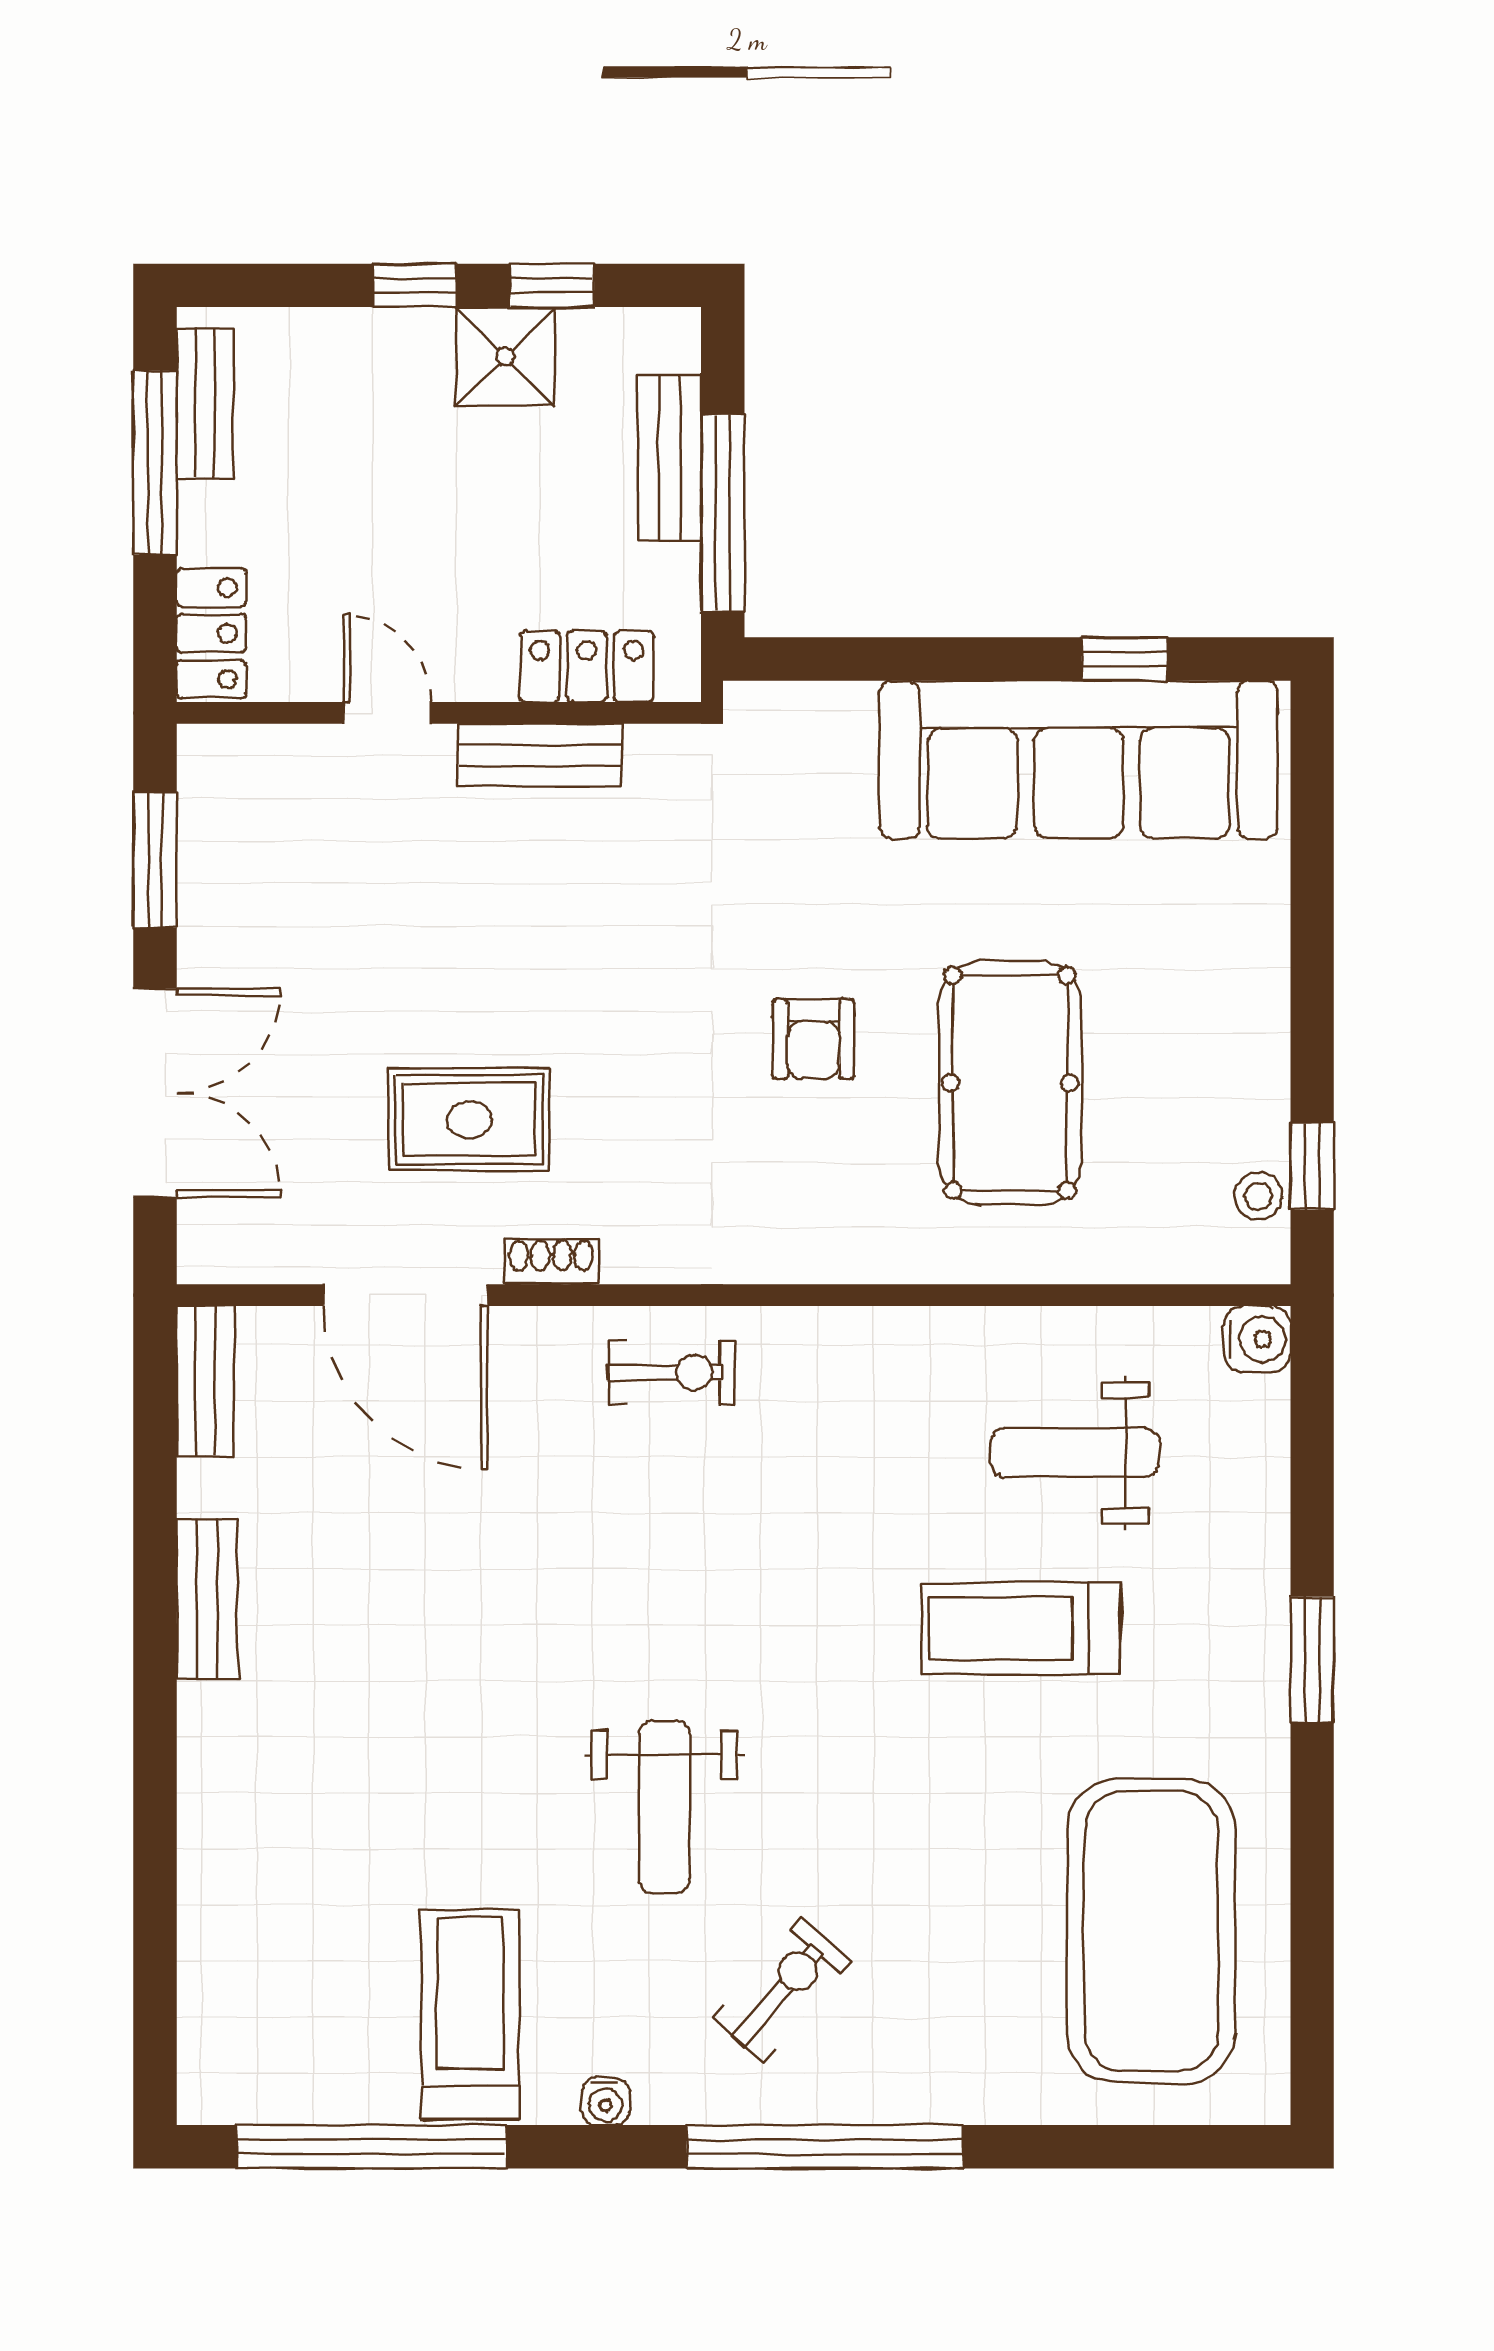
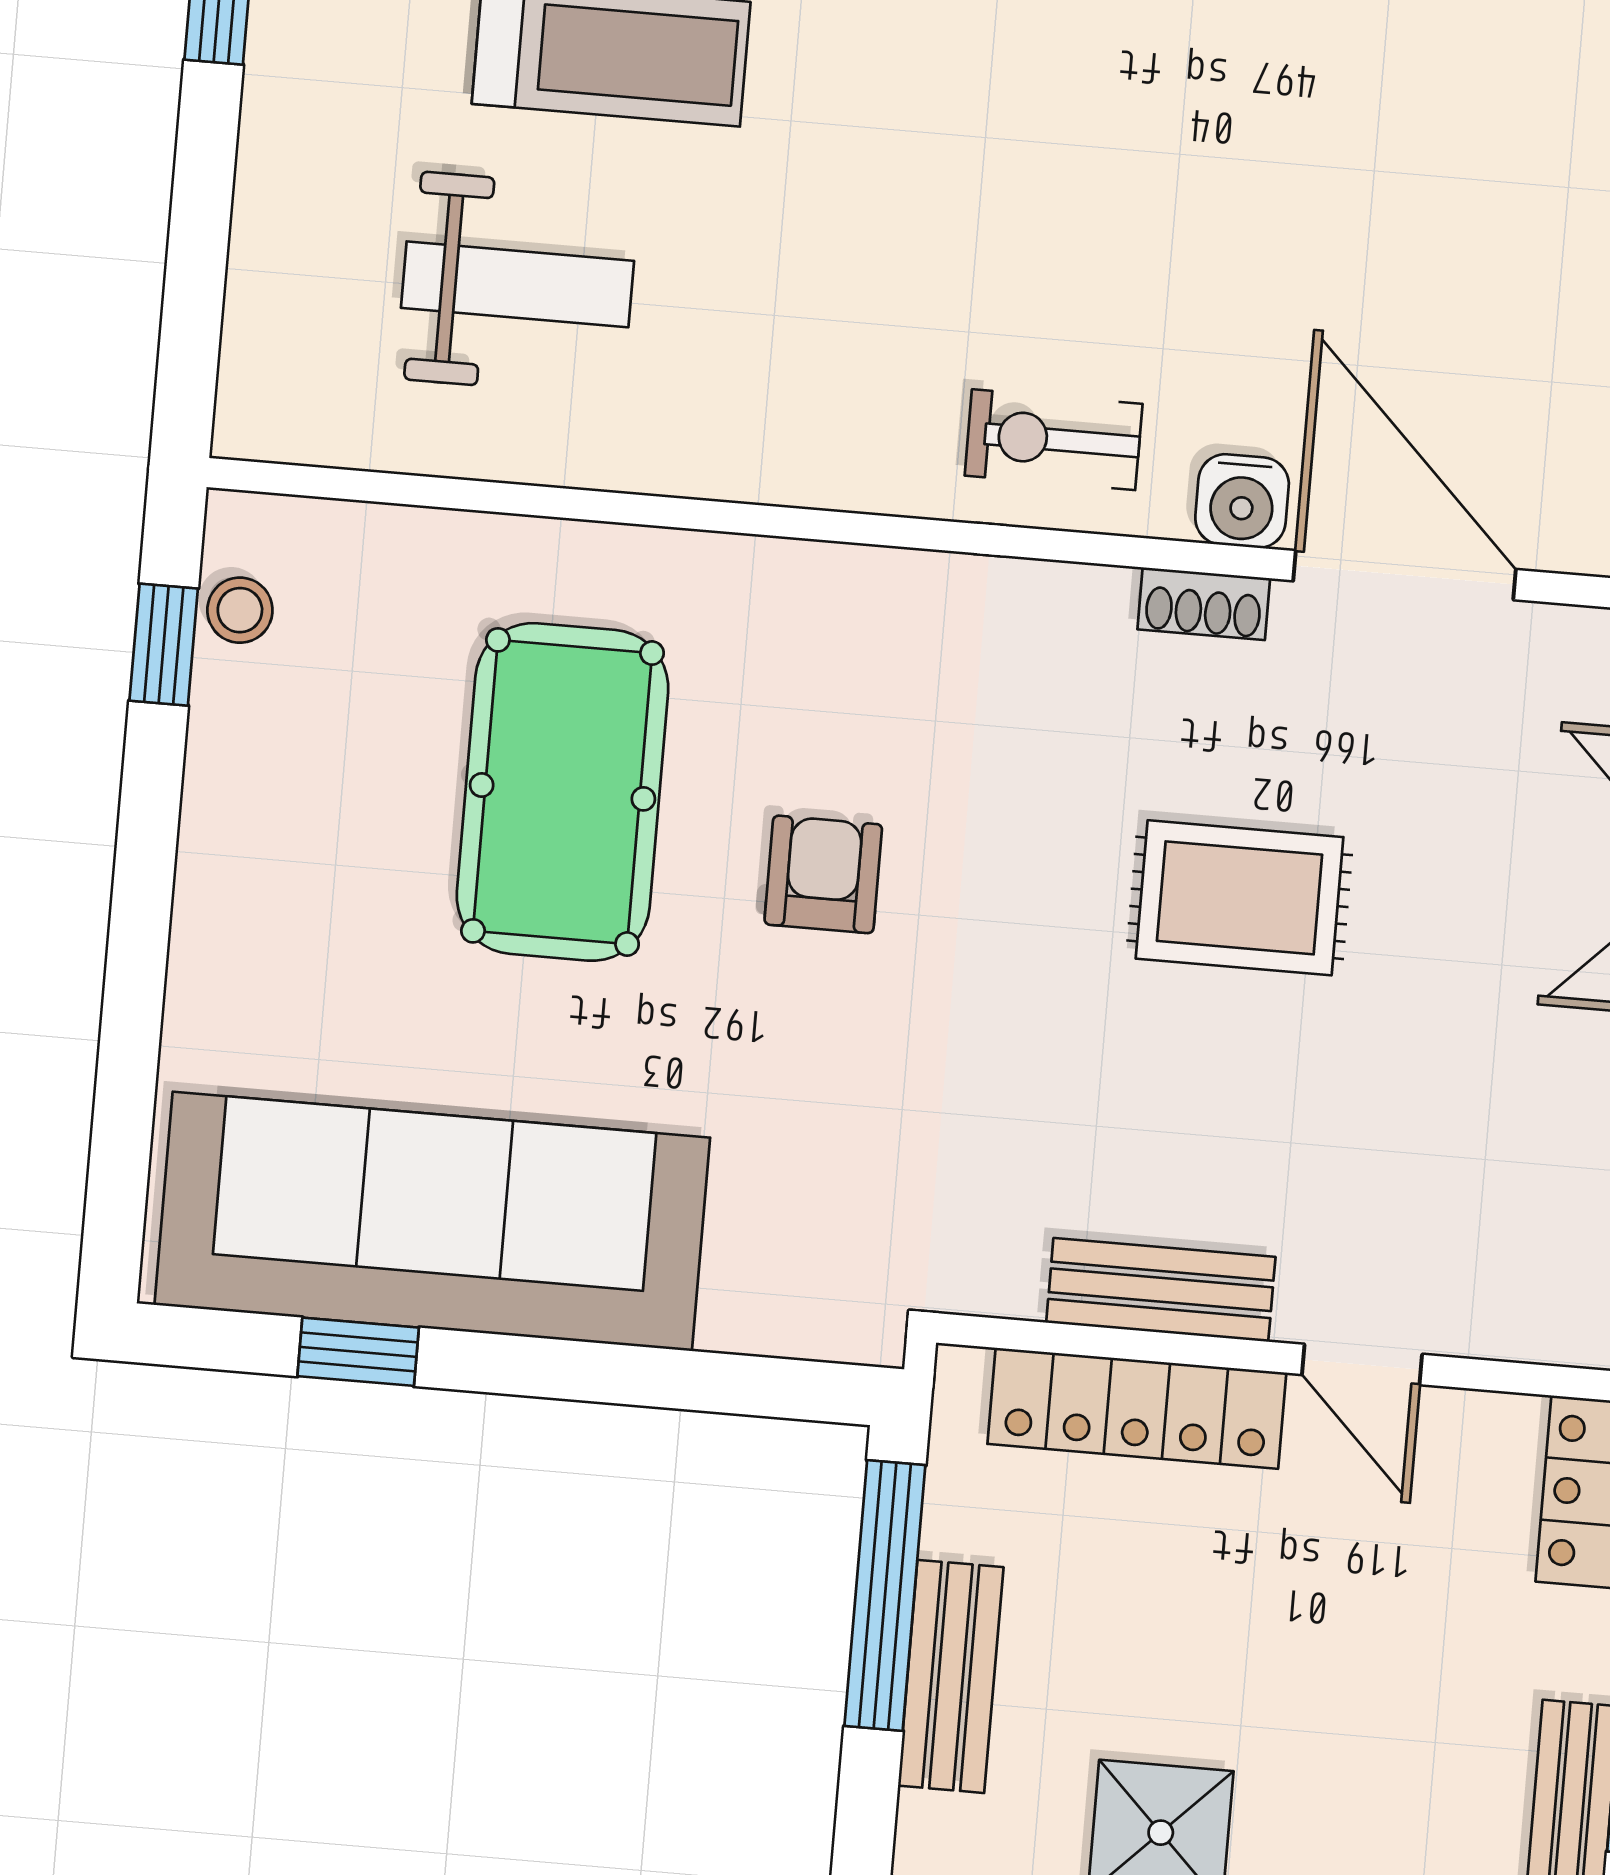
locker: (587, 667) -> (1137, 1408), width x1.53
rug: (469, 1120) -> (1240, 898), moved
water cooler: (1257, 1339) -> (1242, 501), moved, turned -90

